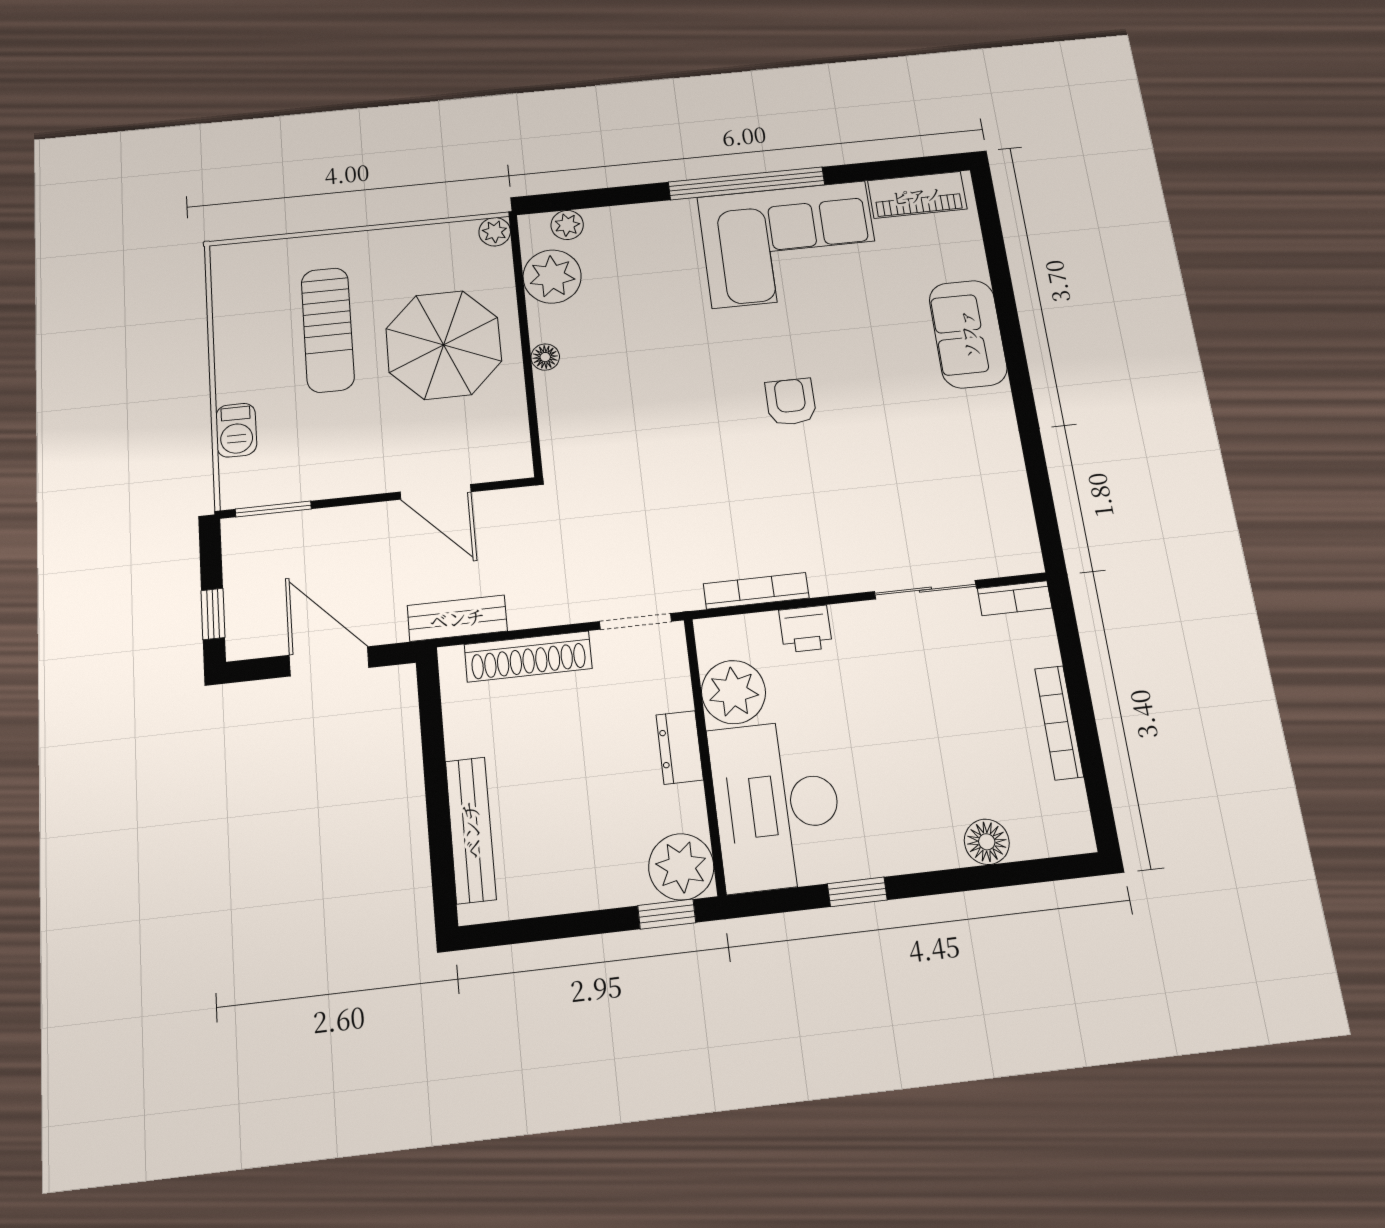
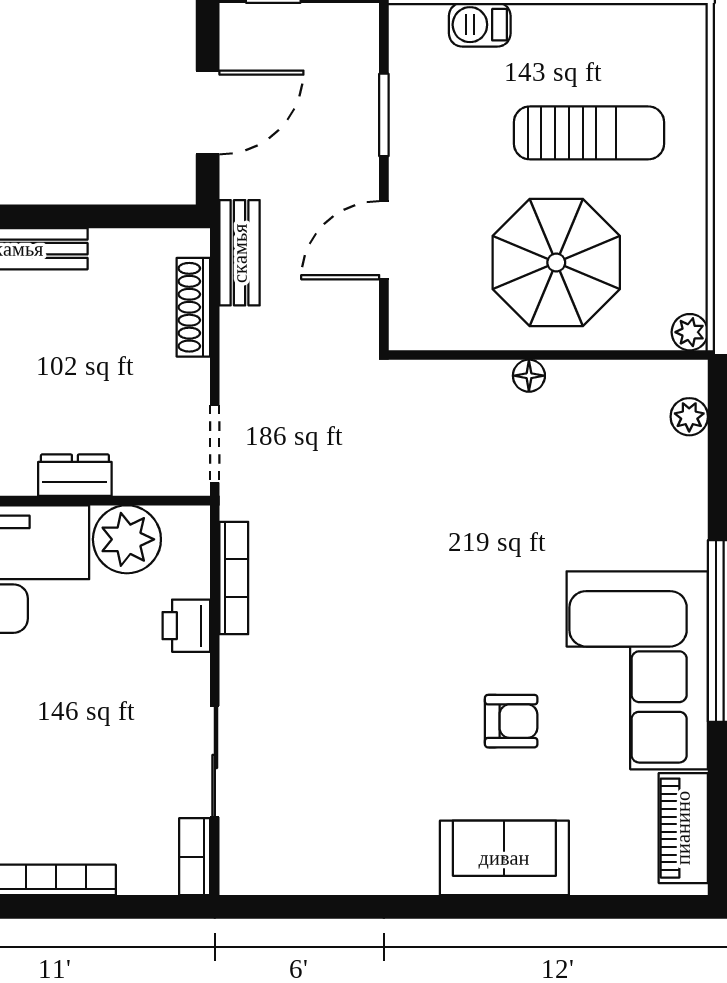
plant: (552, 277) -> (627, 393), removed
sun lounger: (328, 330) -> (589, 133), turned 180
armchair: (791, 402) -> (511, 721), moved
window: (273, 509) -> (384, 115), moved
shoe rack: (528, 657) -> (193, 307), width x0.74, depth x0.81

